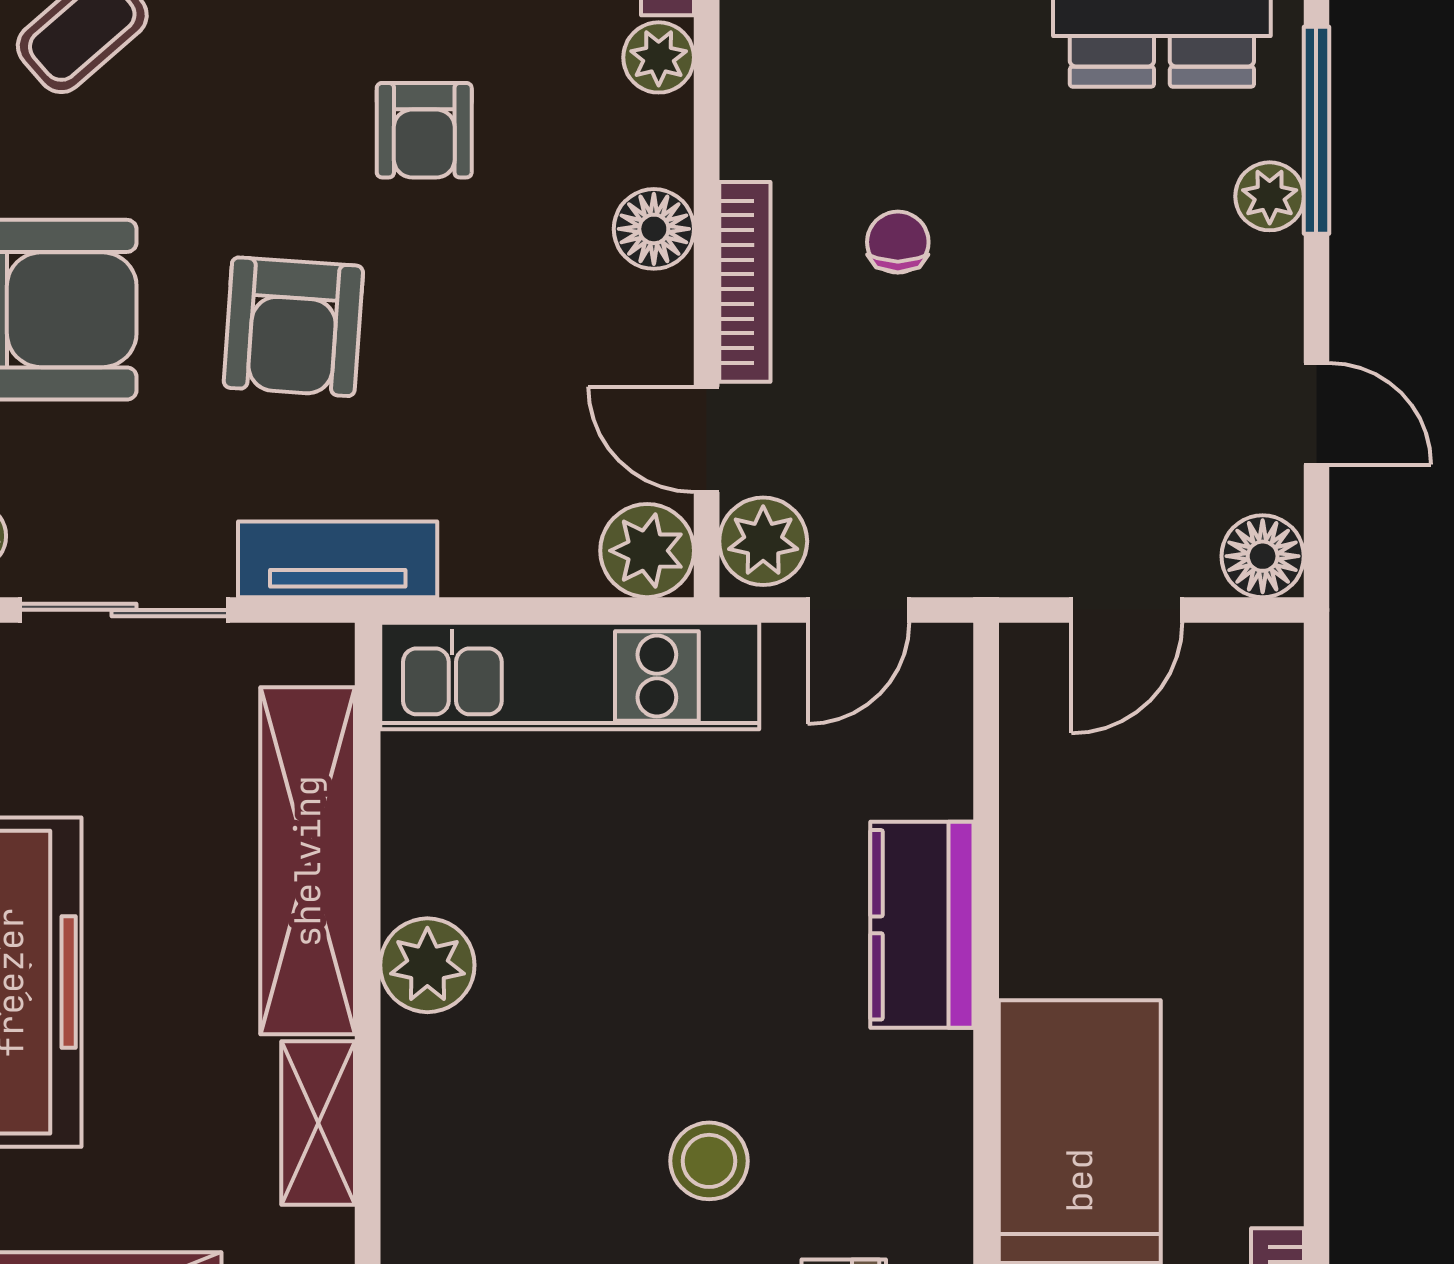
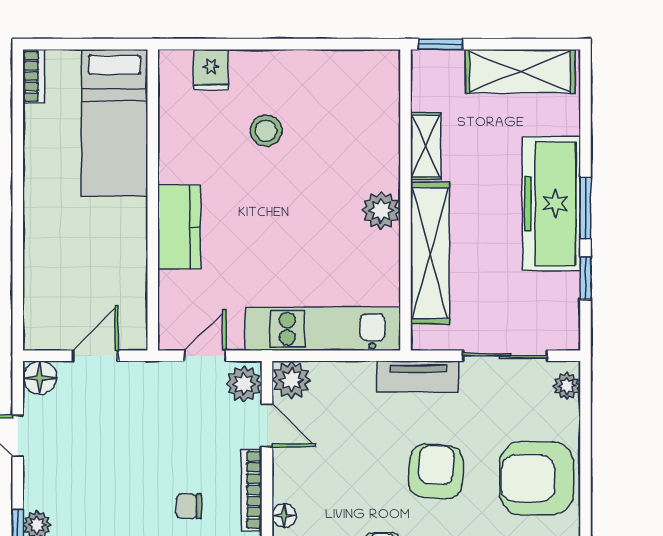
floor lamp: (654, 229) -> (284, 516), width x0.73, depth x0.73
chair: (898, 242) -> (189, 506), turned 90

